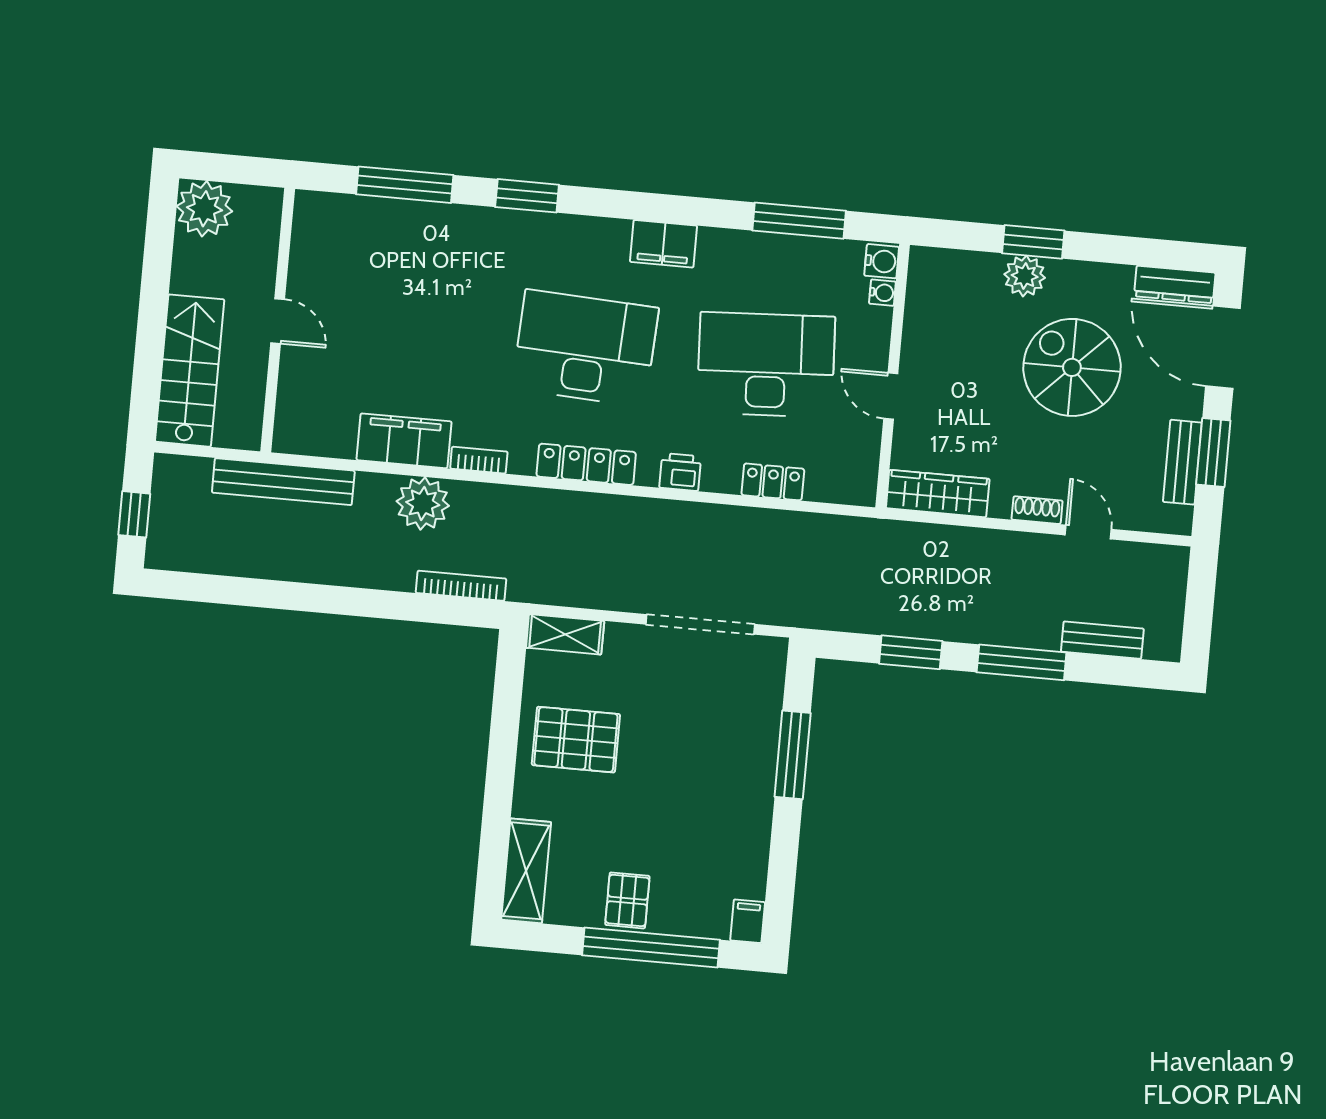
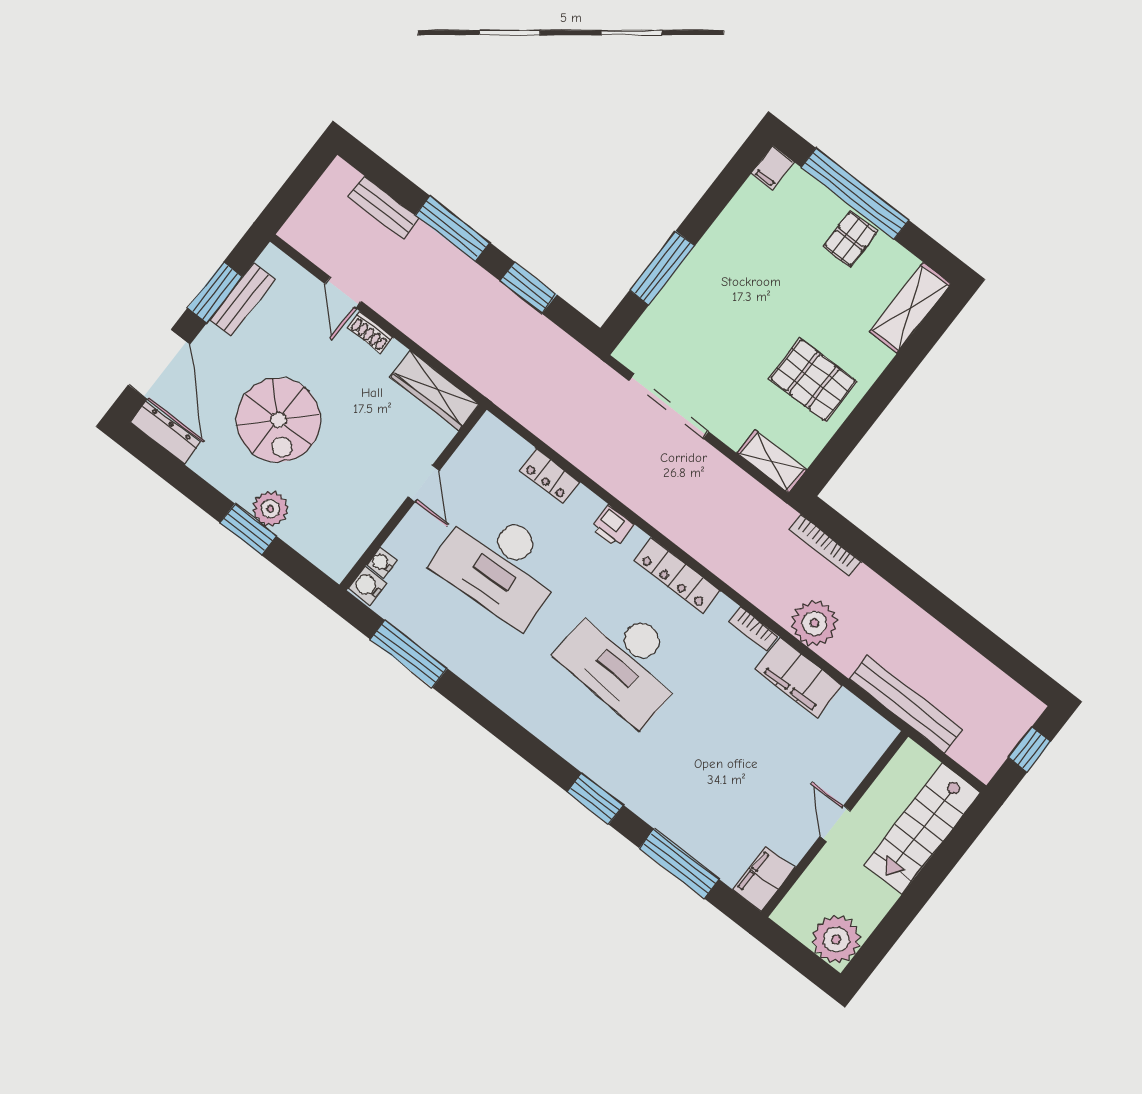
filing cabinet: (664, 244) -> (763, 879), moved, turned -90

